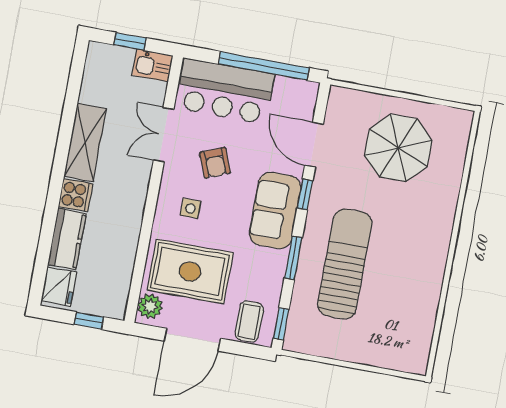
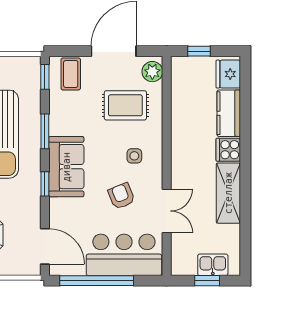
kitchen sink: (153, 65) -> (213, 265), moved
door: (314, 145) -> (45, 246), moved
rug: (190, 271) -> (125, 105), width x0.73, depth x0.70

